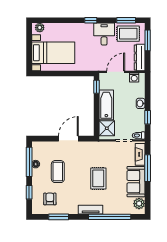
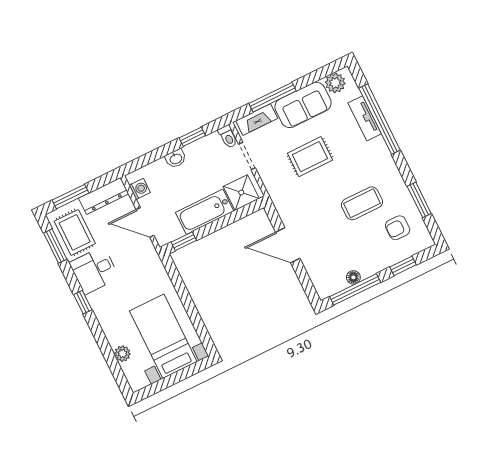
plant: (40, 28) -> (122, 354), moved
coffee table: (58, 172) -> (362, 203), moved
rug: (98, 178) -> (310, 157), moved
tv unit: (91, 210) -> (365, 118), moved

